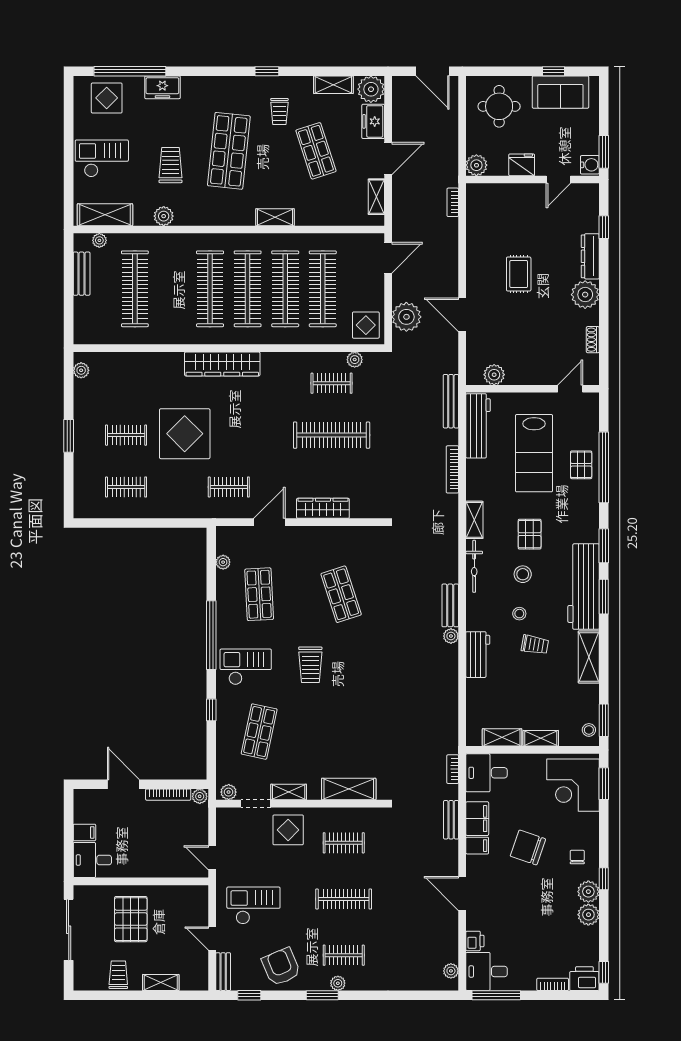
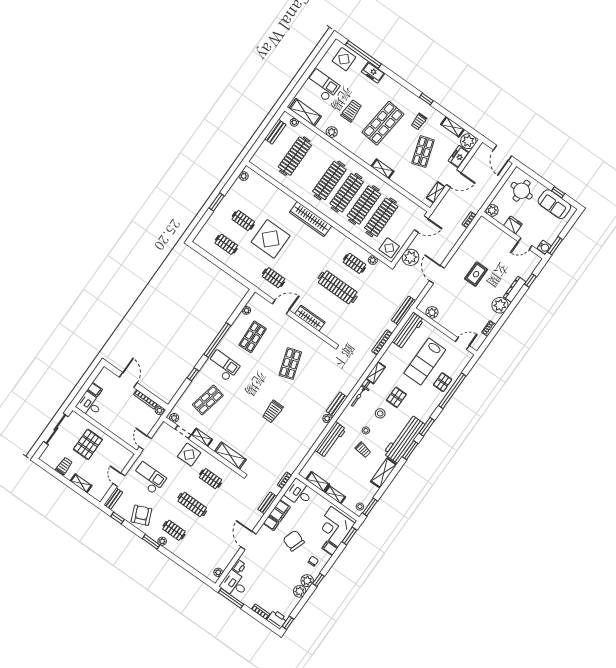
workbench: (478, 655) -> (331, 440), width x1.37
trolley: (310, 665) -> (273, 412), moved
filing cabinet: (588, 821) -> (330, 548), added

